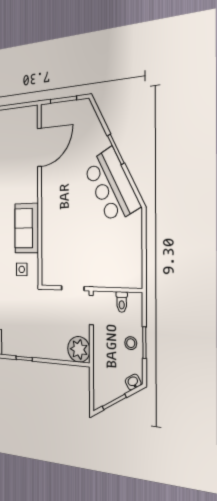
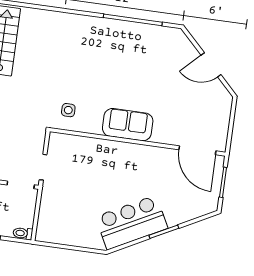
door: (39, 147) -> (197, 150), moved
sofa: (27, 228) -> (128, 125), moved
toilet: (122, 302) -> (23, 233), moved

